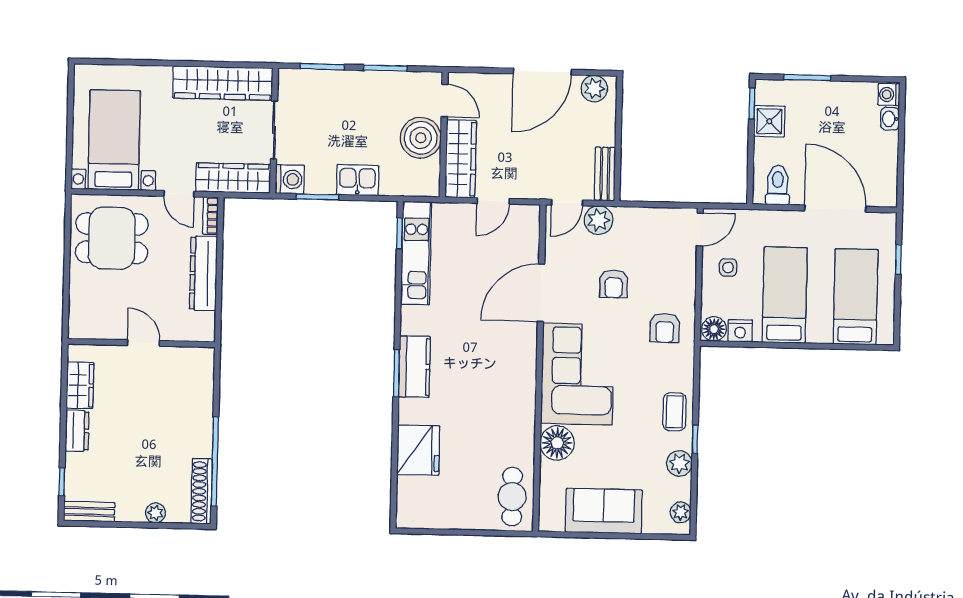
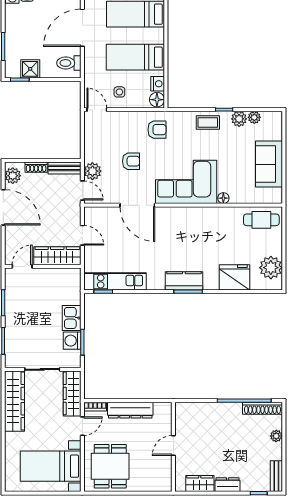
shoe rack: (607, 127) -> (36, 167), added
boiler: (421, 138) -> (45, 280), removed
washing machine: (290, 179) -> (72, 341), moved, turned -90
floor lamp: (557, 443) -> (223, 198), width x0.53, depth x0.53
plant: (433, 510) -> (271, 268), added
plant: (681, 512) -> (254, 117), moved

